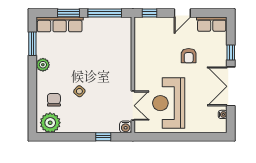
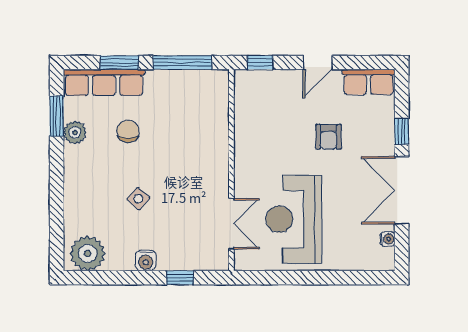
plant: (43, 65) -> (75, 132), moved
chair: (54, 100) -> (128, 131), moved
water cooler: (126, 127) -> (146, 261), moved

